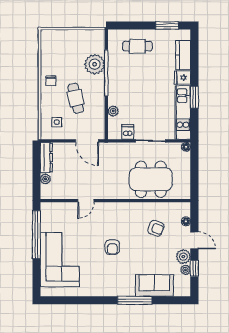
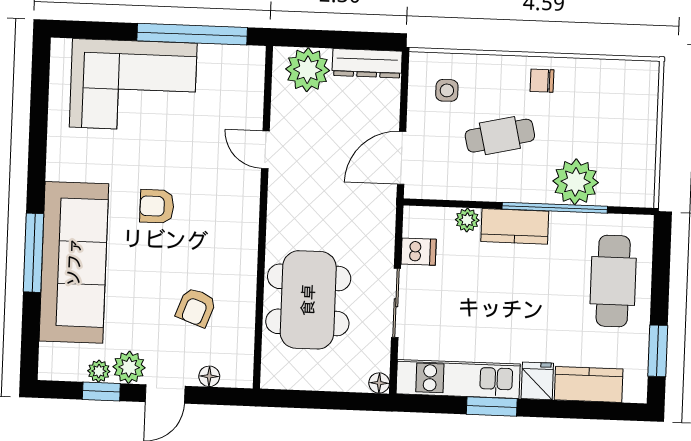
cafe table: (137, 46) -> (613, 281), width x1.37, depth x1.35
kitchen counter: (115, 90) -> (515, 226), added
plant: (46, 179) -> (308, 70), width x1.88, depth x1.88
sofa: (154, 286) -> (74, 262), width x1.85, depth x1.27

